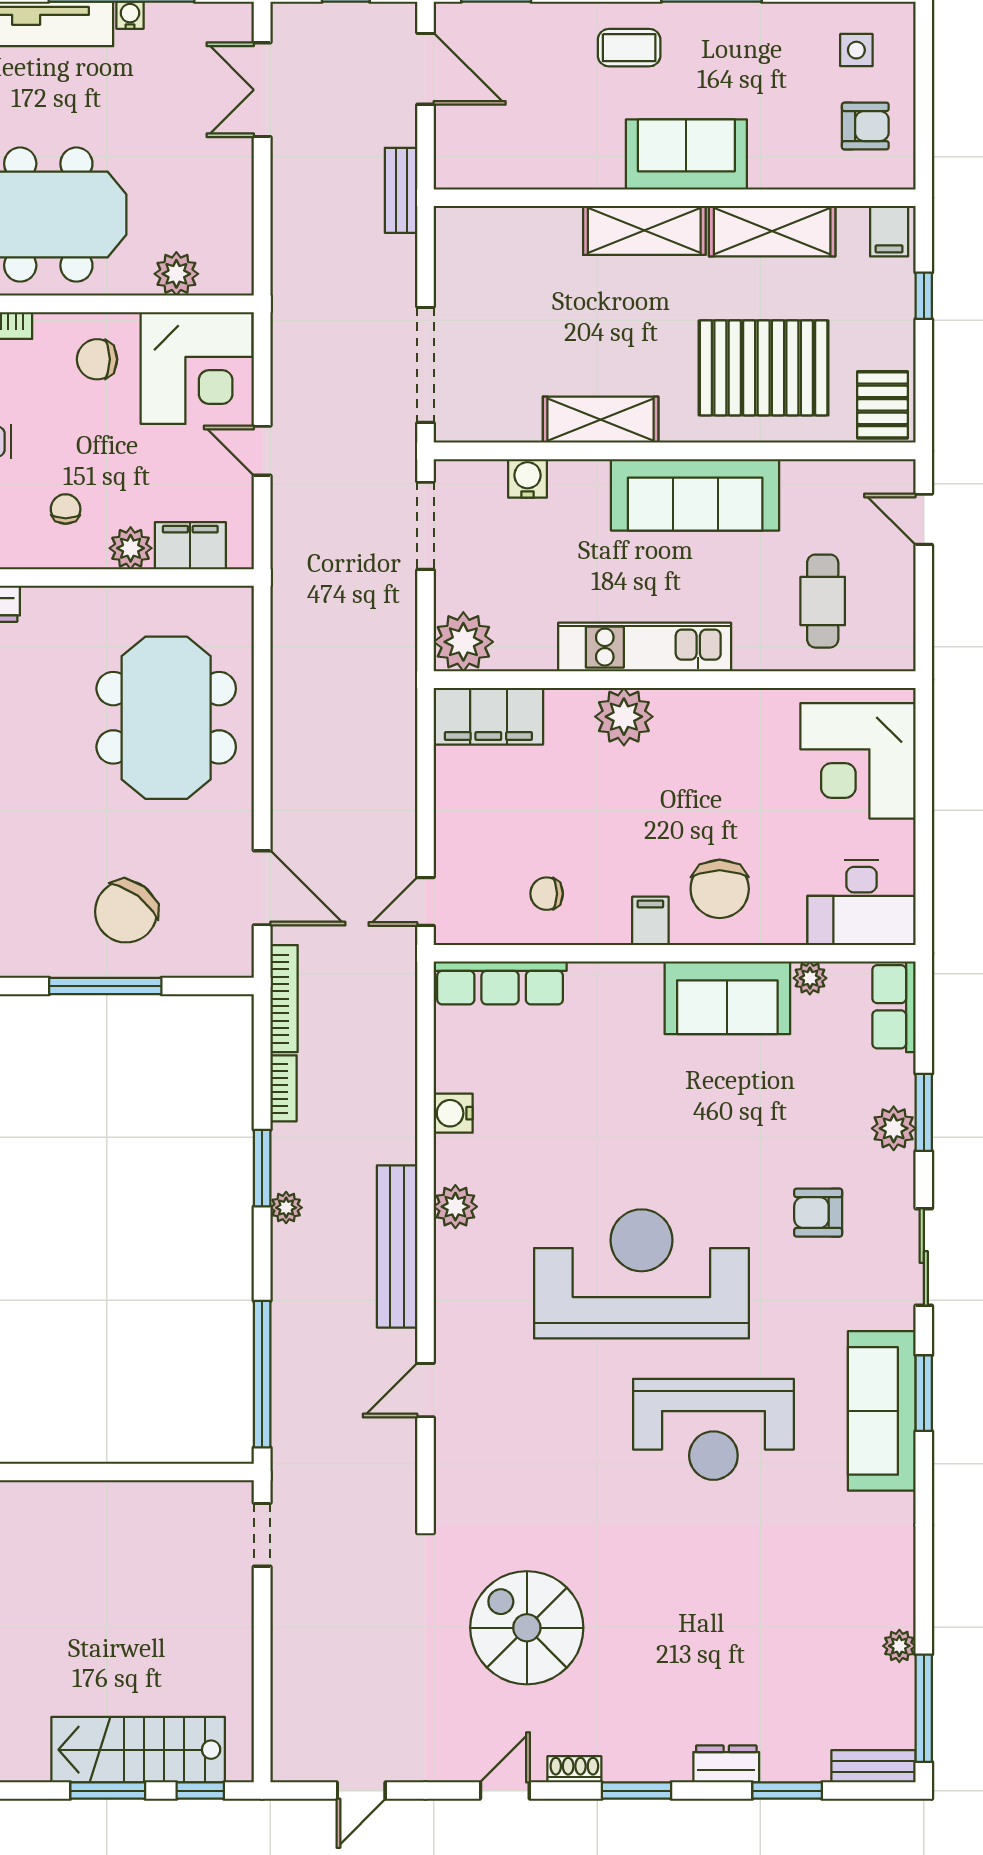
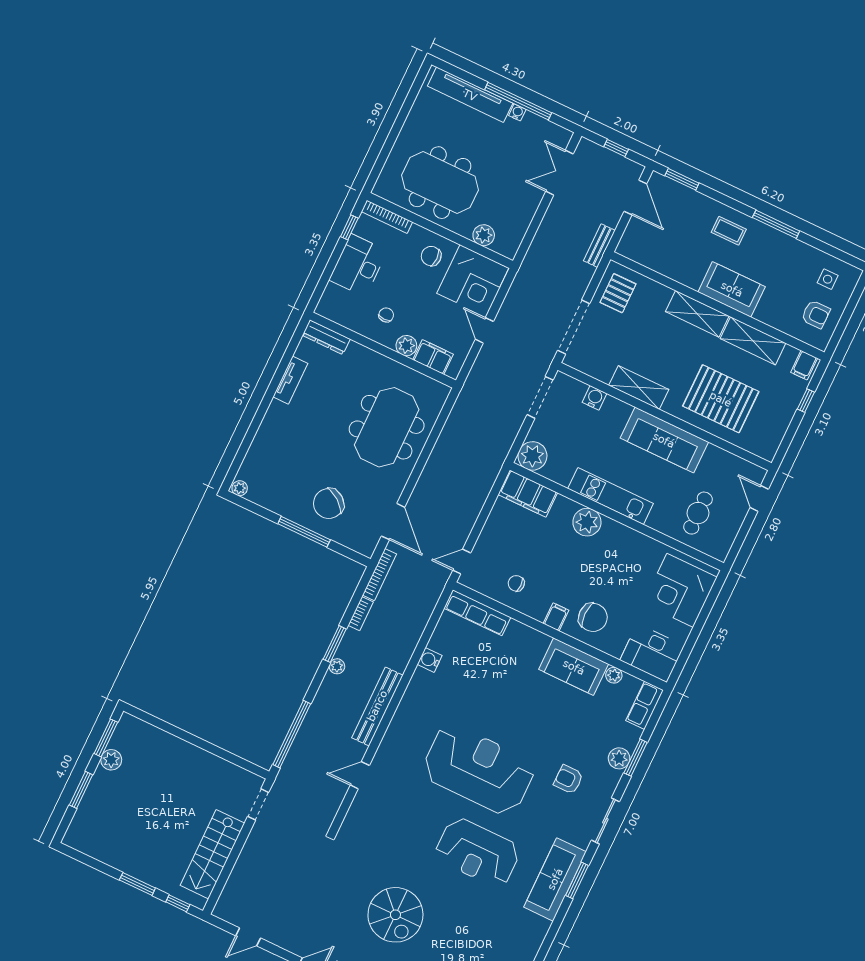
pallet: (883, 405) -> (618, 293), moved
chair: (720, 889) -> (593, 617), turned -90
plant: (455, 1207) -> (411, 701), removed
spiral stairs: (527, 1628) -> (395, 915), moved, turned 180
stairs: (138, 1750) -> (212, 854), moved, turned -90

